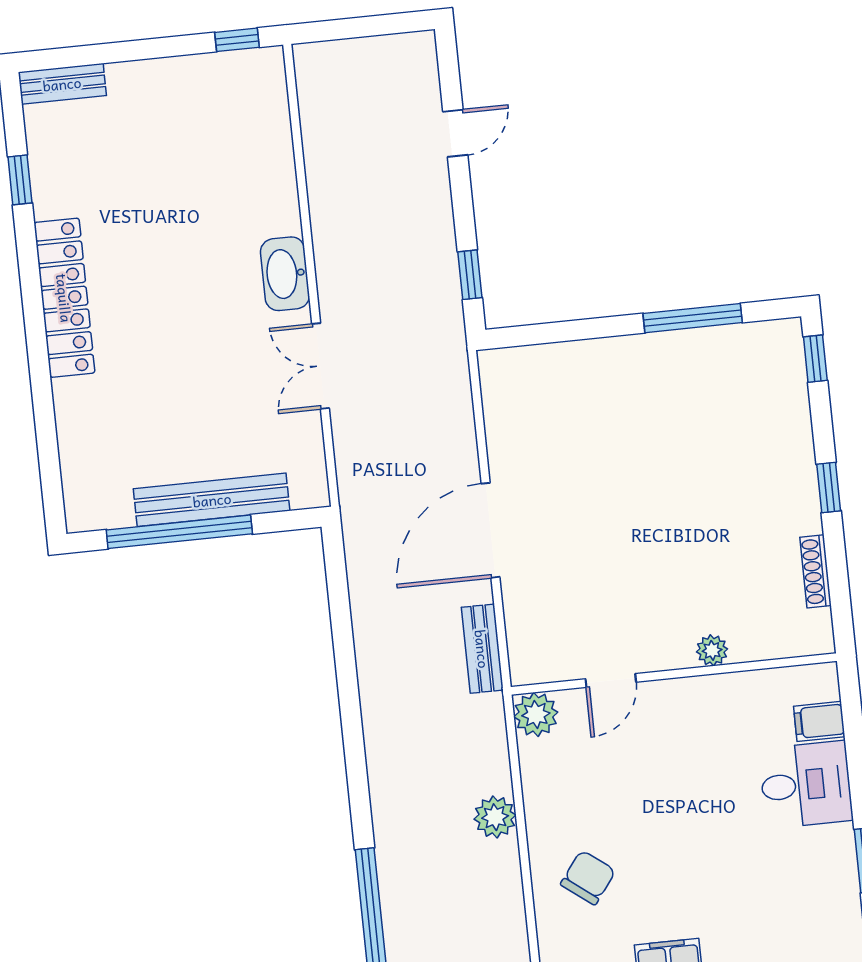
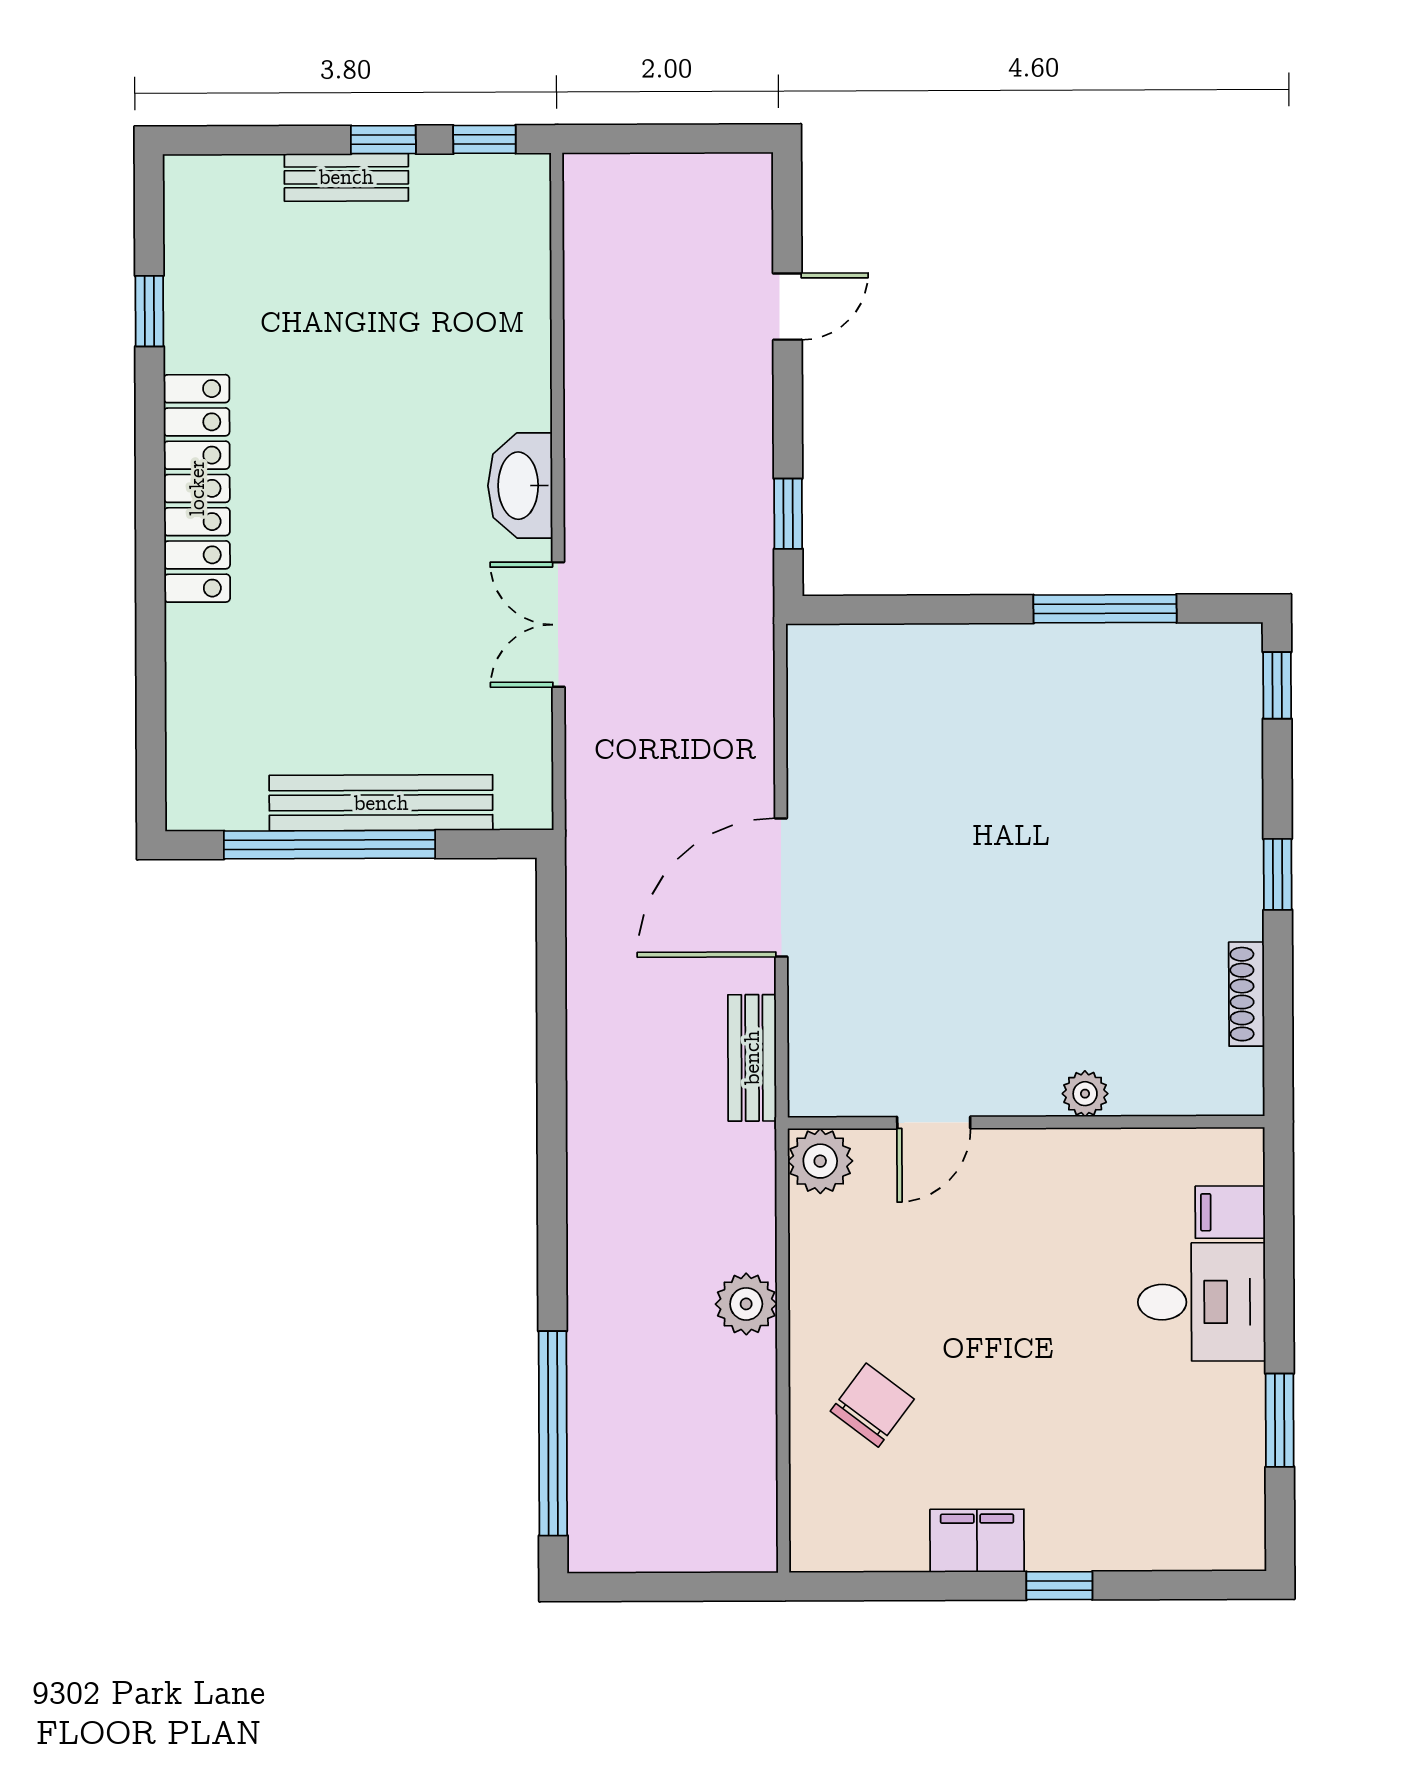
window: (168, 47) -> (383, 140), added
bench: (62, 84) -> (346, 177), moved

